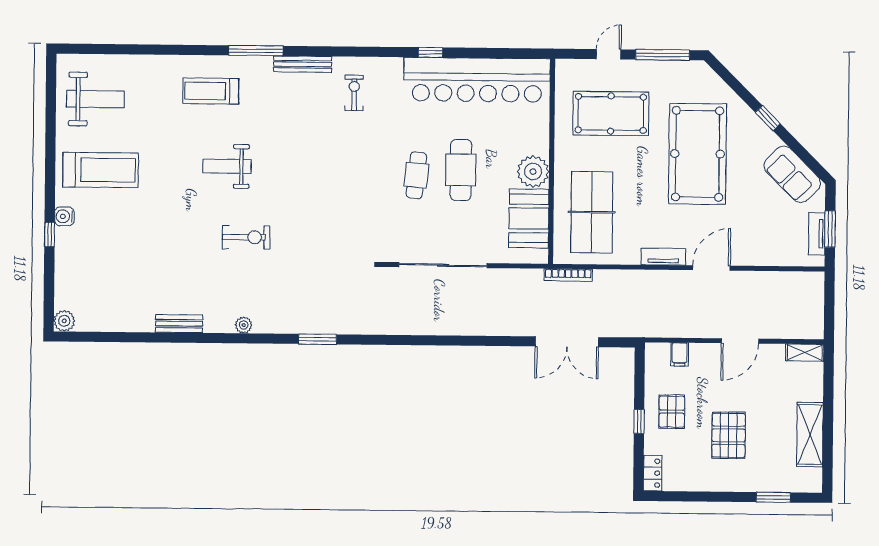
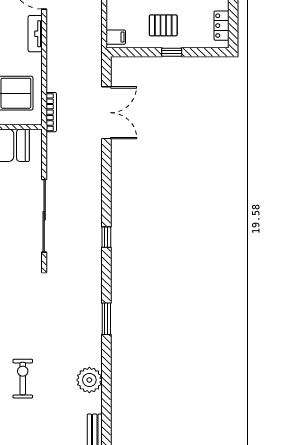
plant: (244, 325) -> (89, 380), width x1.88, depth x1.88
window: (416, 340) -> (106, 237), added
filing cabinet: (680, 354) -> (116, 37), moved
locker: (653, 473) -> (221, 26), moved, turned -90

